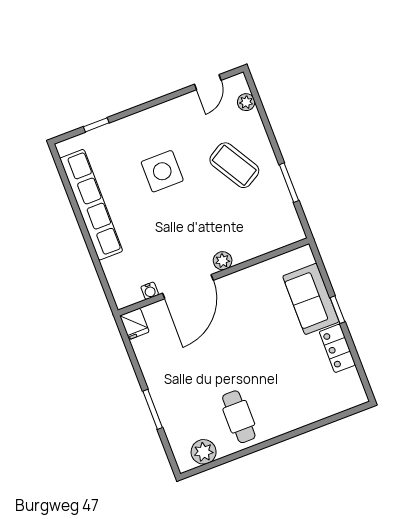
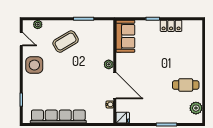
side table: (162, 171) -> (34, 65), moved
sofa: (311, 299) -> (125, 36), moved, turned -90

